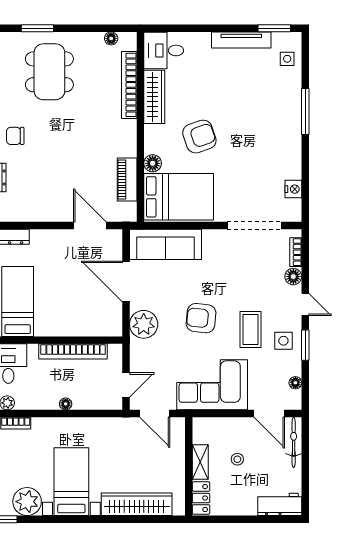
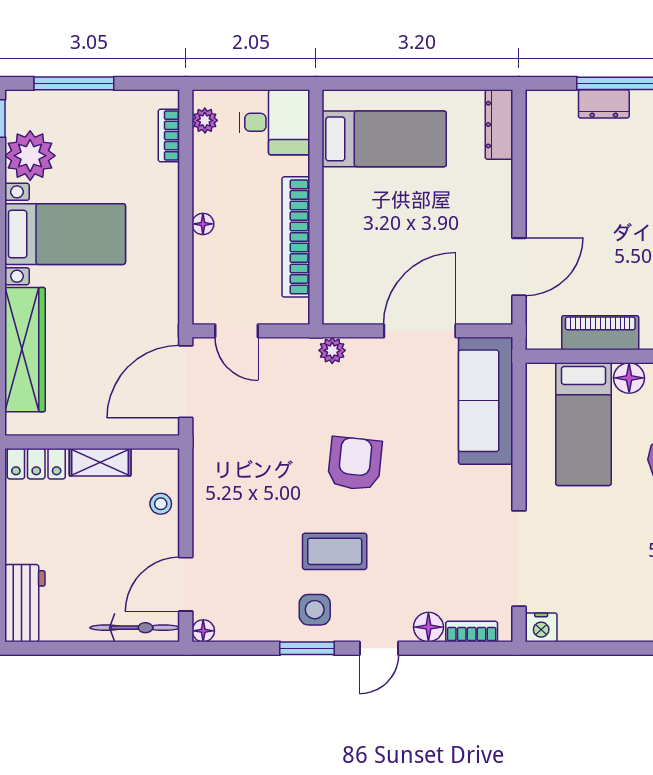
nightstand: (293, 189) -> (541, 627), moved
bed: (179, 197) -> (583, 424), width x0.67
plant: (144, 324) -> (332, 350), width x0.53, depth x0.53
floor lamp: (295, 383) -> (203, 631), moved
corner sofa: (212, 385) -> (237, 483), removed
door: (155, 414) -> (186, 382), width x1.36
stool: (237, 459) -> (161, 504), moved

